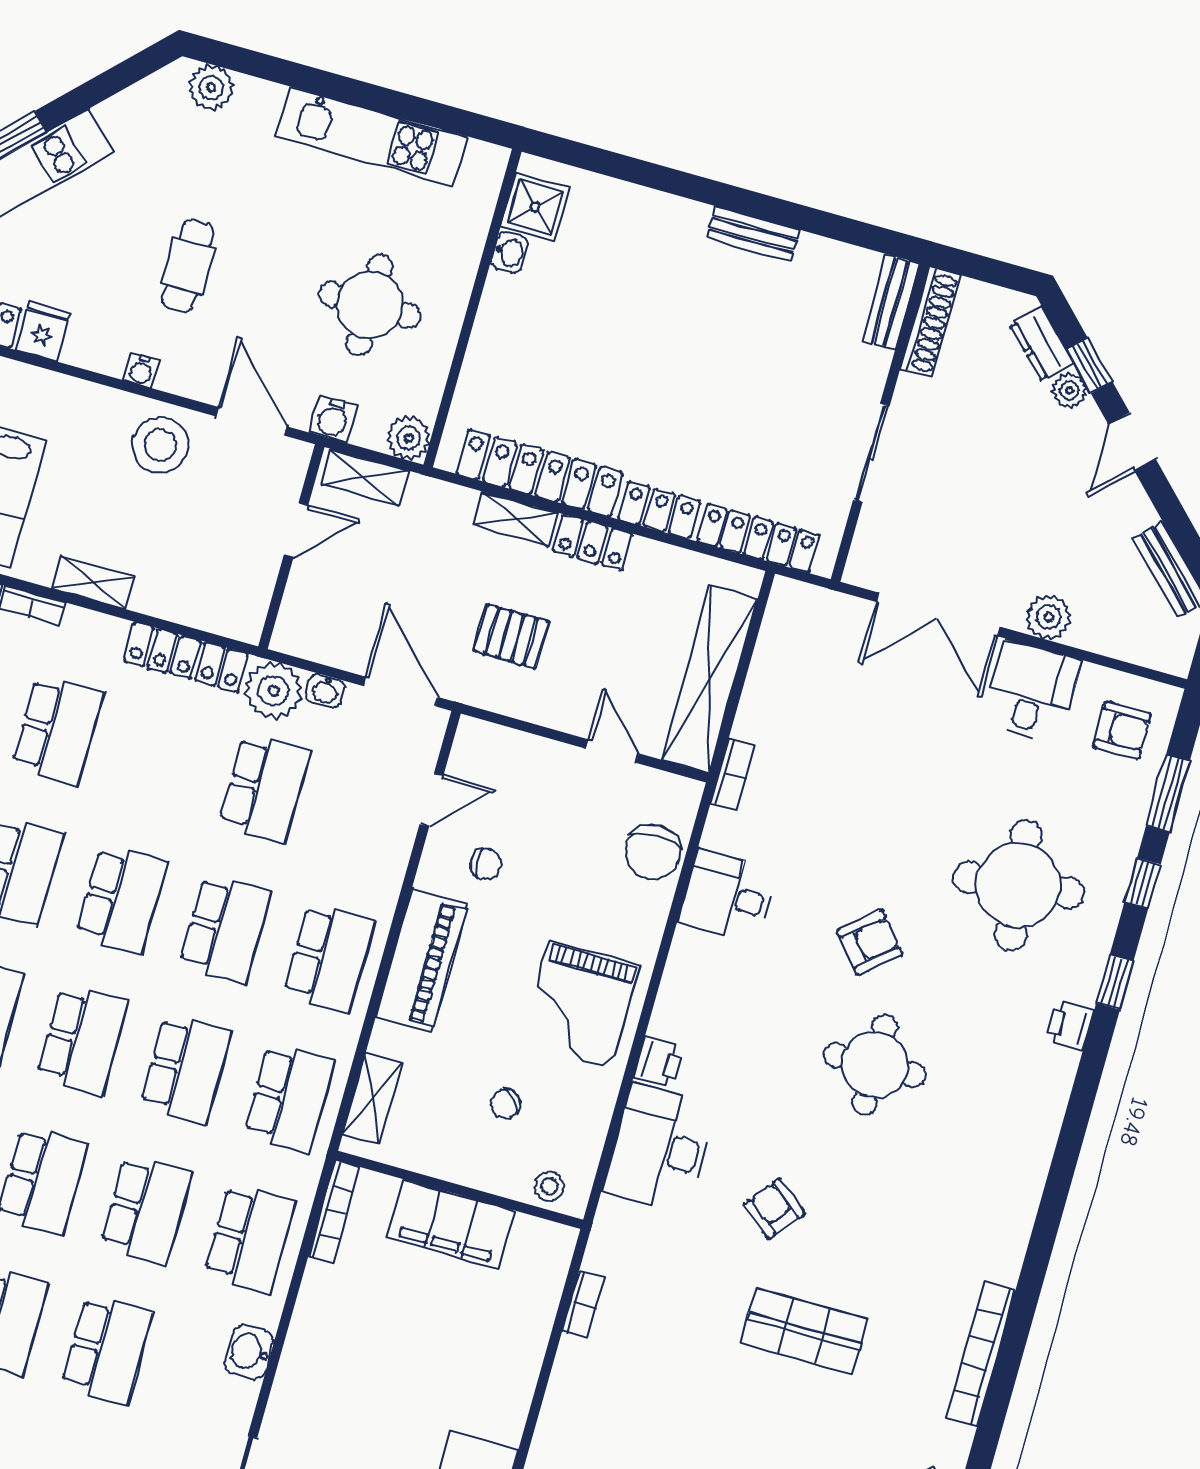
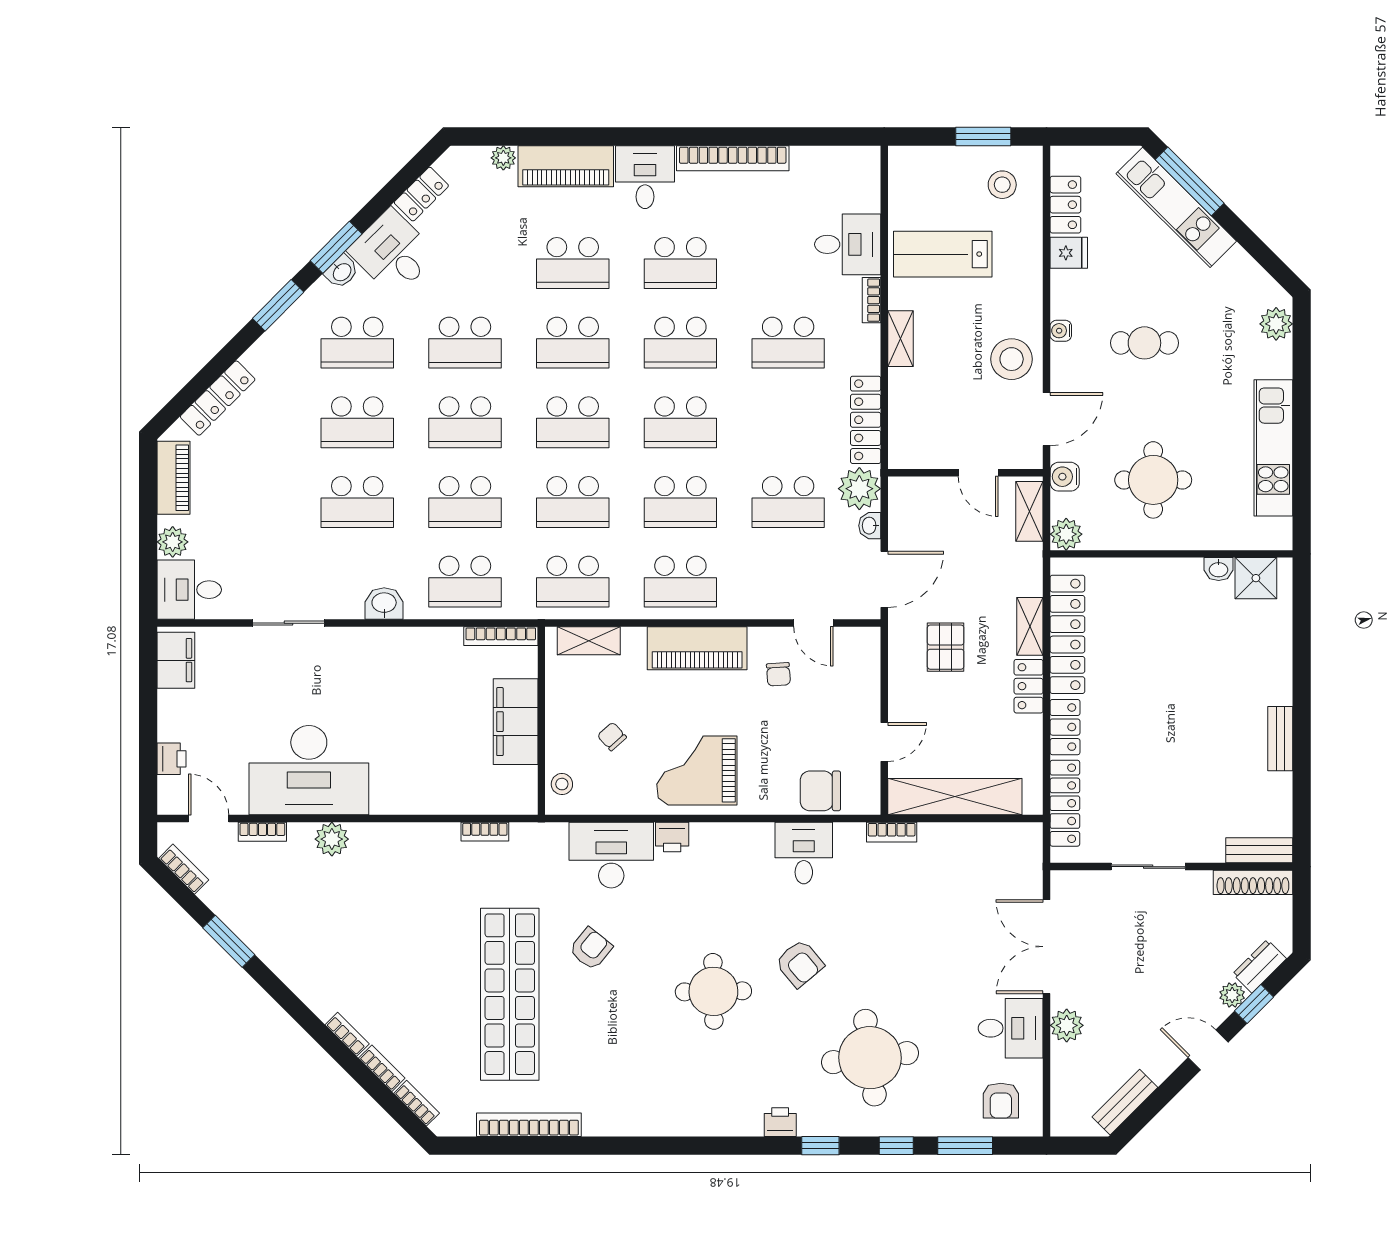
shop shelf: (804, 1331) -> (510, 994), width x2.00, depth x1.36

